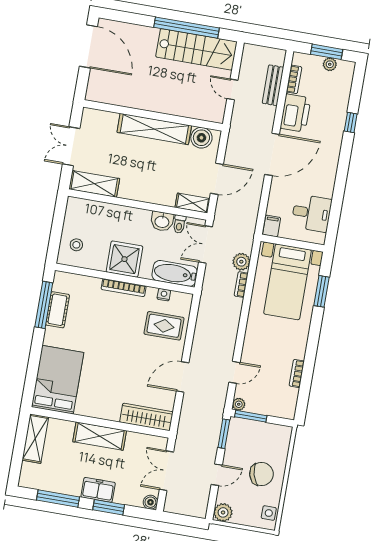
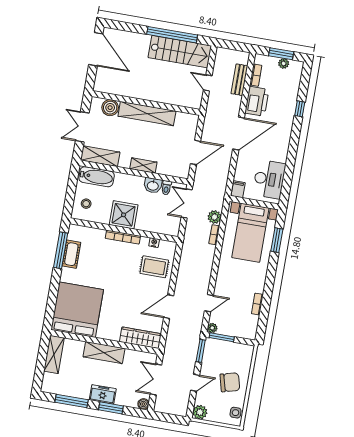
boiler: (201, 138) -> (110, 108), moved
shelving: (193, 203) -> (143, 165), moved
desk: (311, 213) -> (269, 179), width x1.37
bathtub: (175, 273) -> (97, 177), moved, turned 180
bed: (57, 380) -> (77, 310), width x1.36

